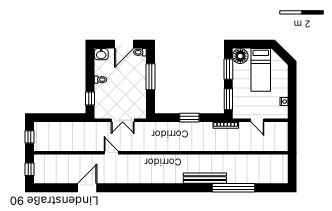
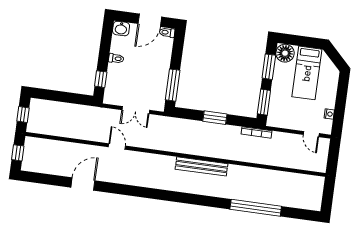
window: (151, 77) -> (173, 85), moved
door: (257, 120) -> (311, 134), moved
bench: (205, 178) -> (201, 166), moved

